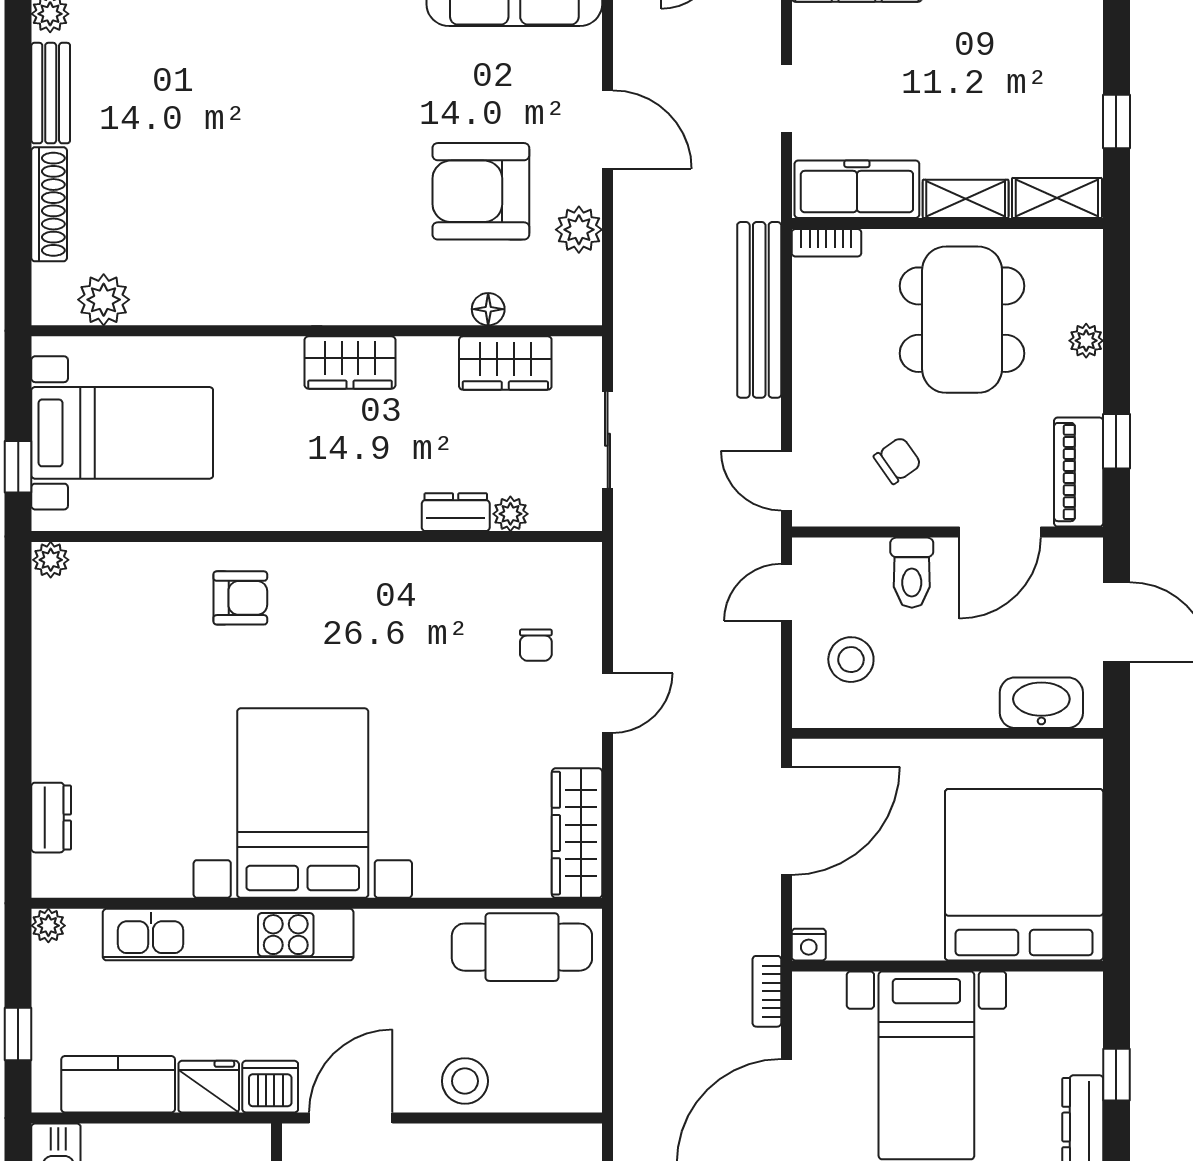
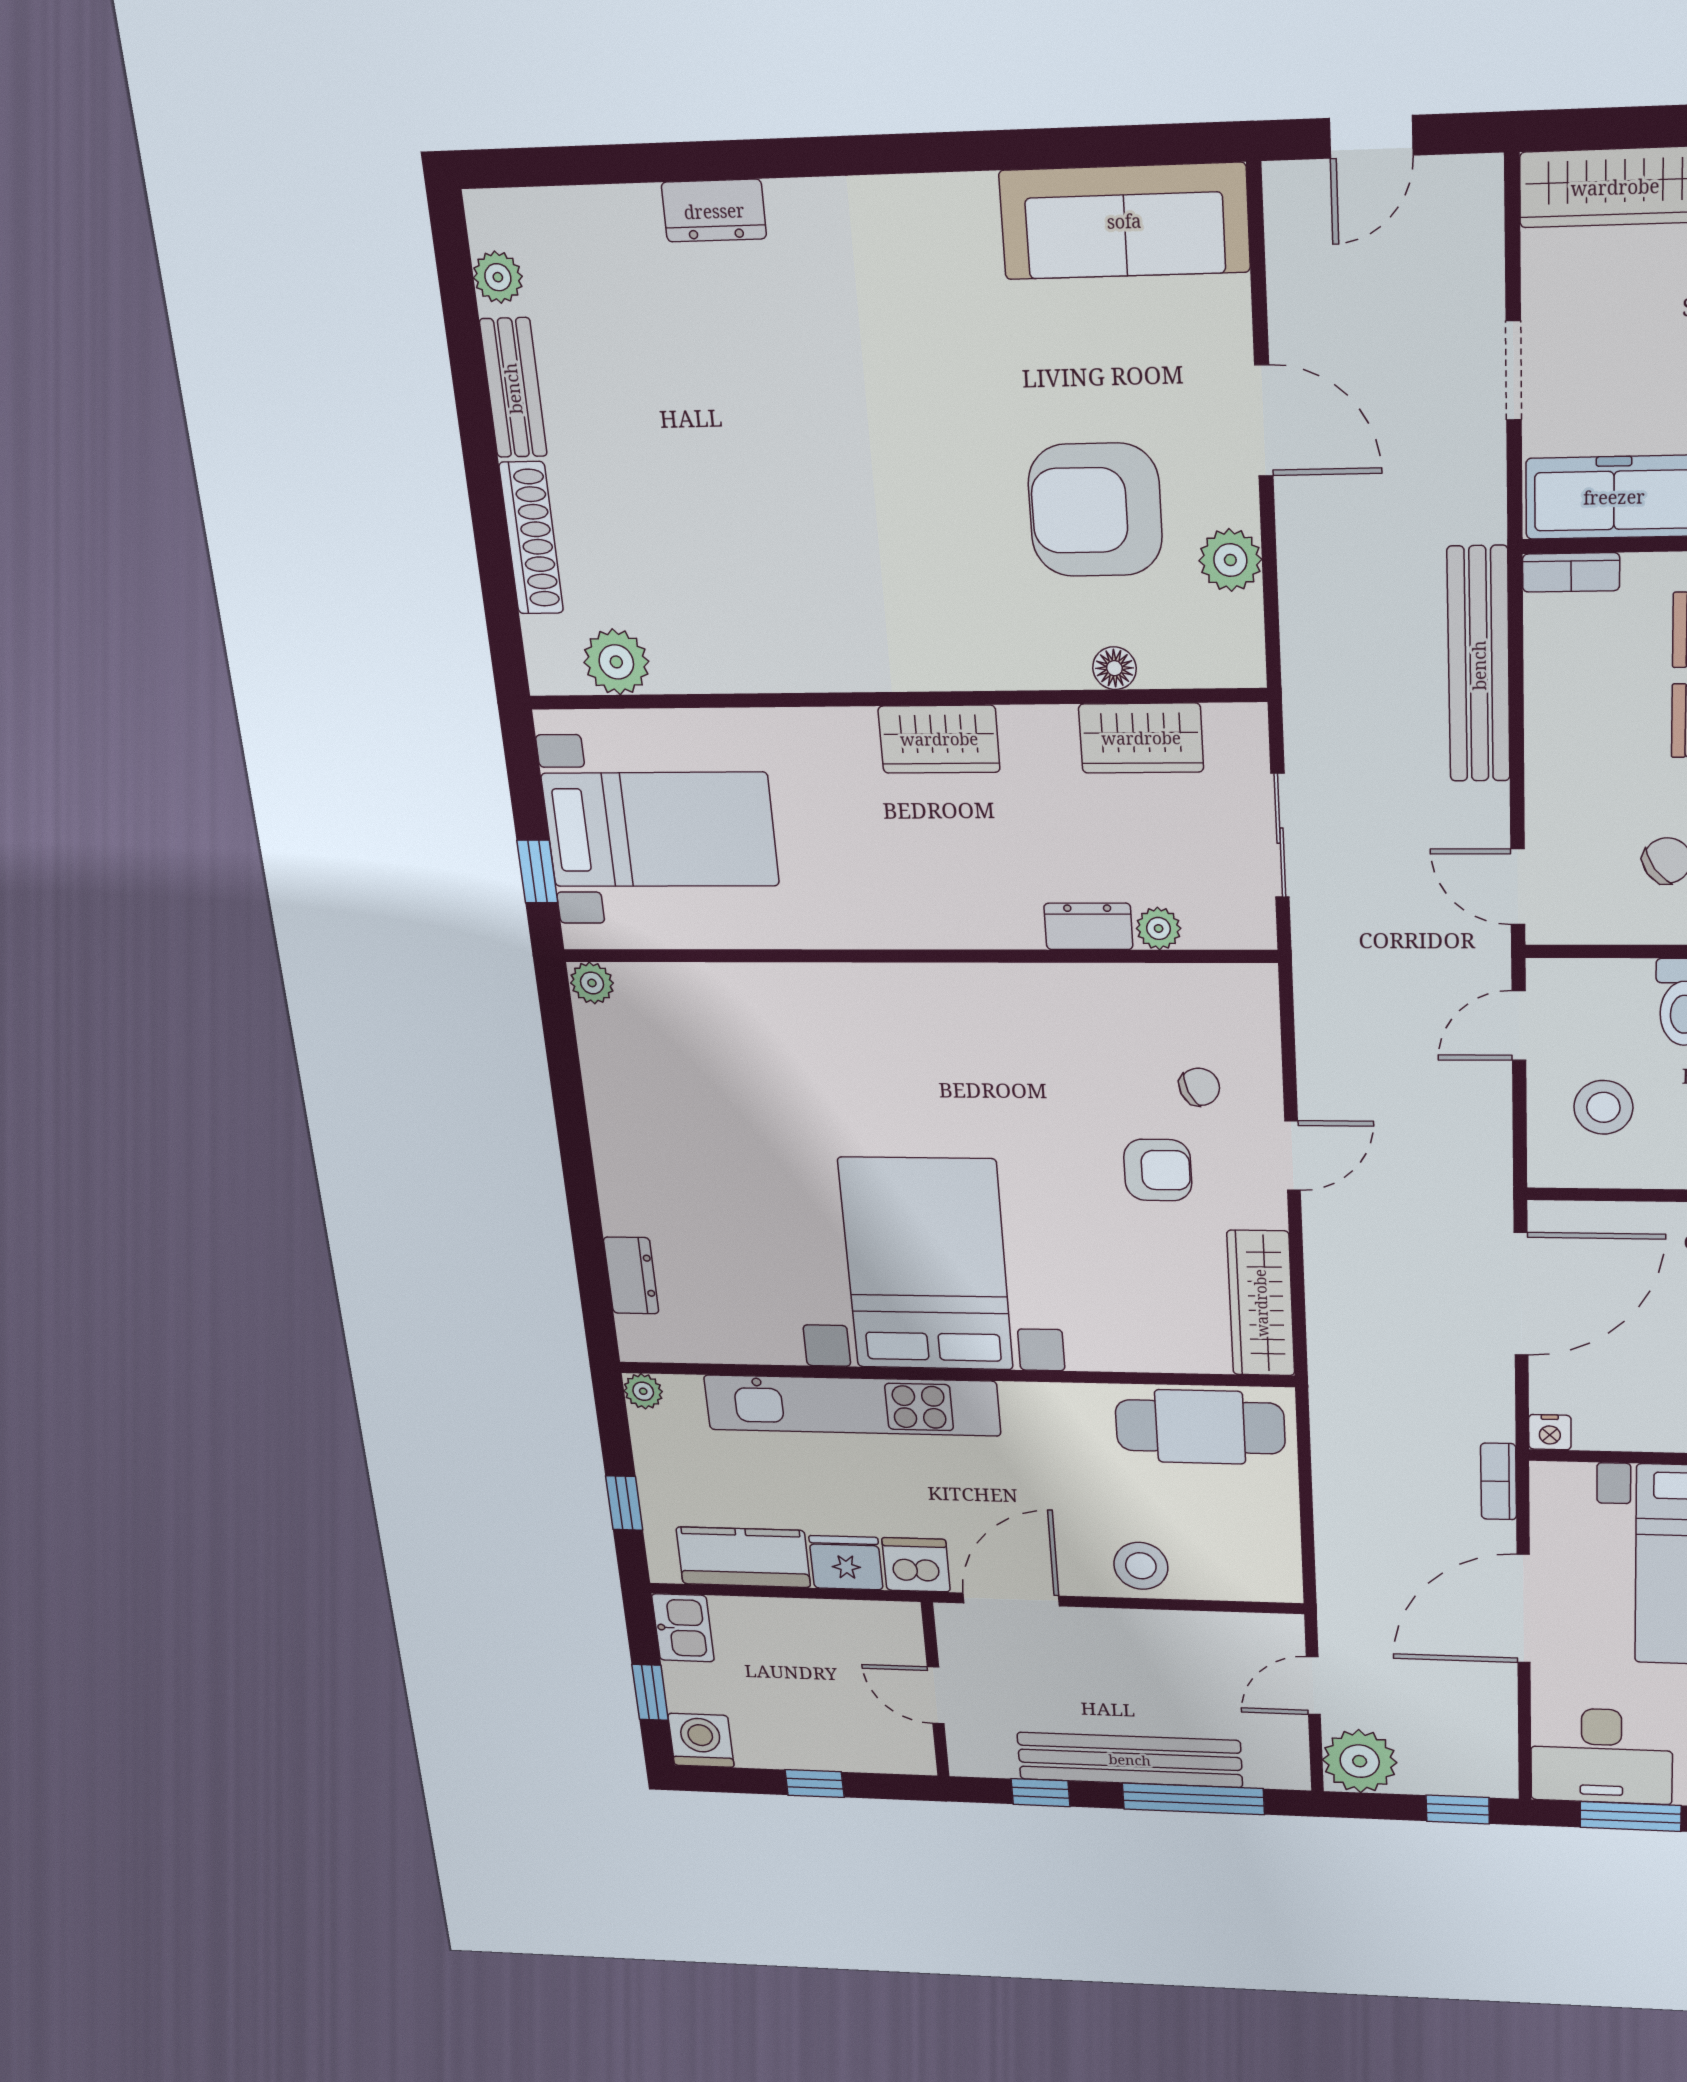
armchair: (240, 598) -> (1158, 1170), moved
chair: (536, 645) -> (1199, 1087), turned -113

